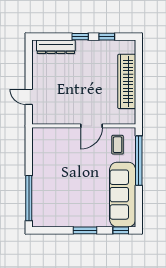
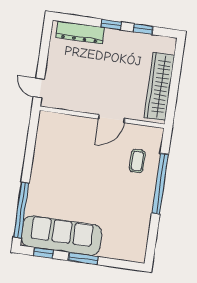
wall: (84, 126) -> (102, 117), moved
door: (92, 126) -> (111, 119), moved
sofa: (123, 195) -> (61, 236), moved, turned 90
window: (121, 230) -> (44, 253), moved

